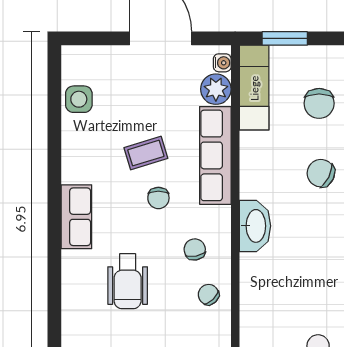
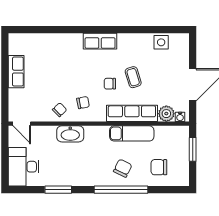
exam couch: (254, 88) -> (132, 133), moved
washbasin: (255, 226) -> (70, 134), moved
wheelchair: (128, 281) -> (67, 68), removed

